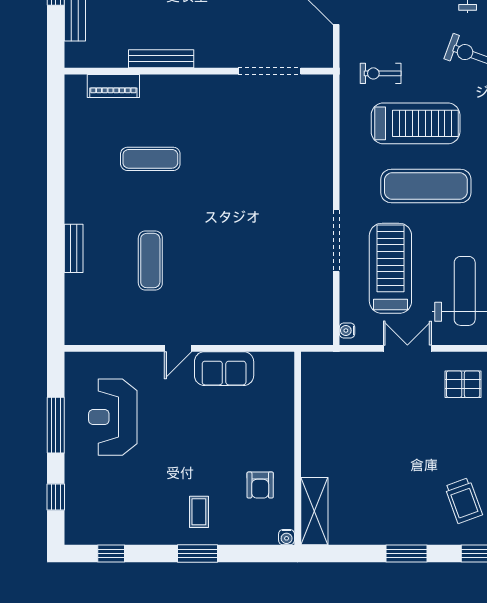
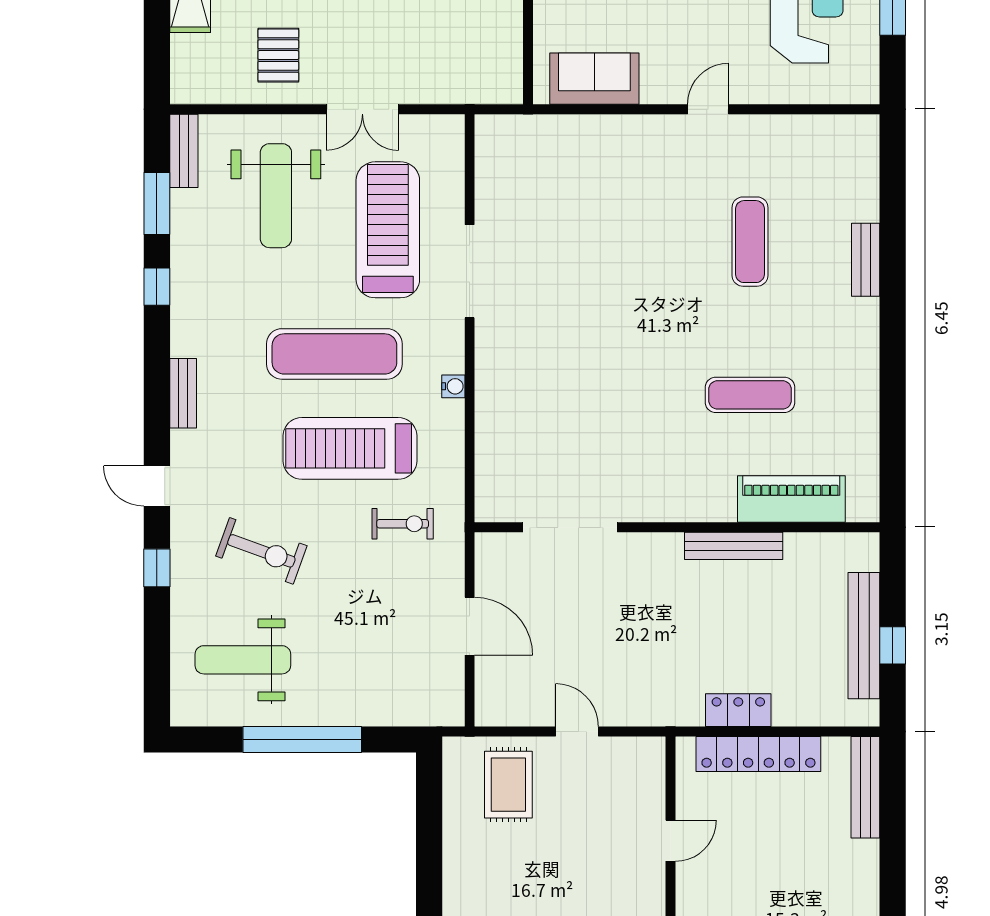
piano: (113, 86) -> (791, 499), width x1.37, depth x1.33
treadmill: (390, 268) -> (388, 230), turned 180
water cooler: (347, 331) -> (453, 386), moved
sofa: (224, 369) -> (594, 79), moved
pallet: (463, 384) -> (278, 55), turned 90

